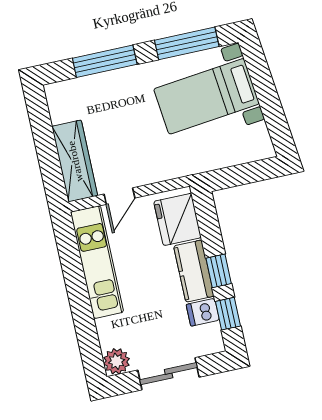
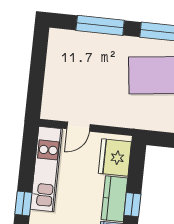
wardrobe: (75, 161) -> (54, 90), removed
window: (83, 314) -> (23, 203), added

